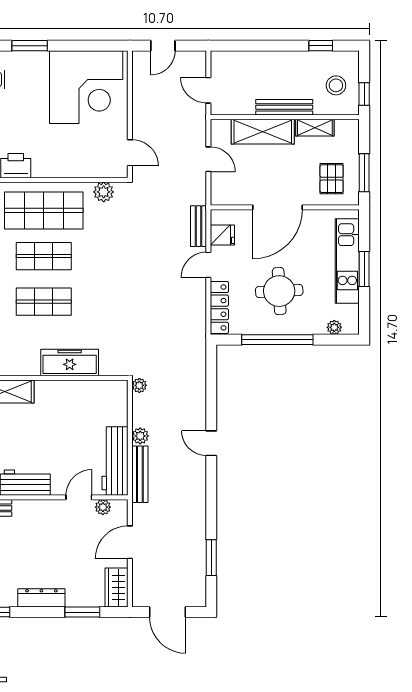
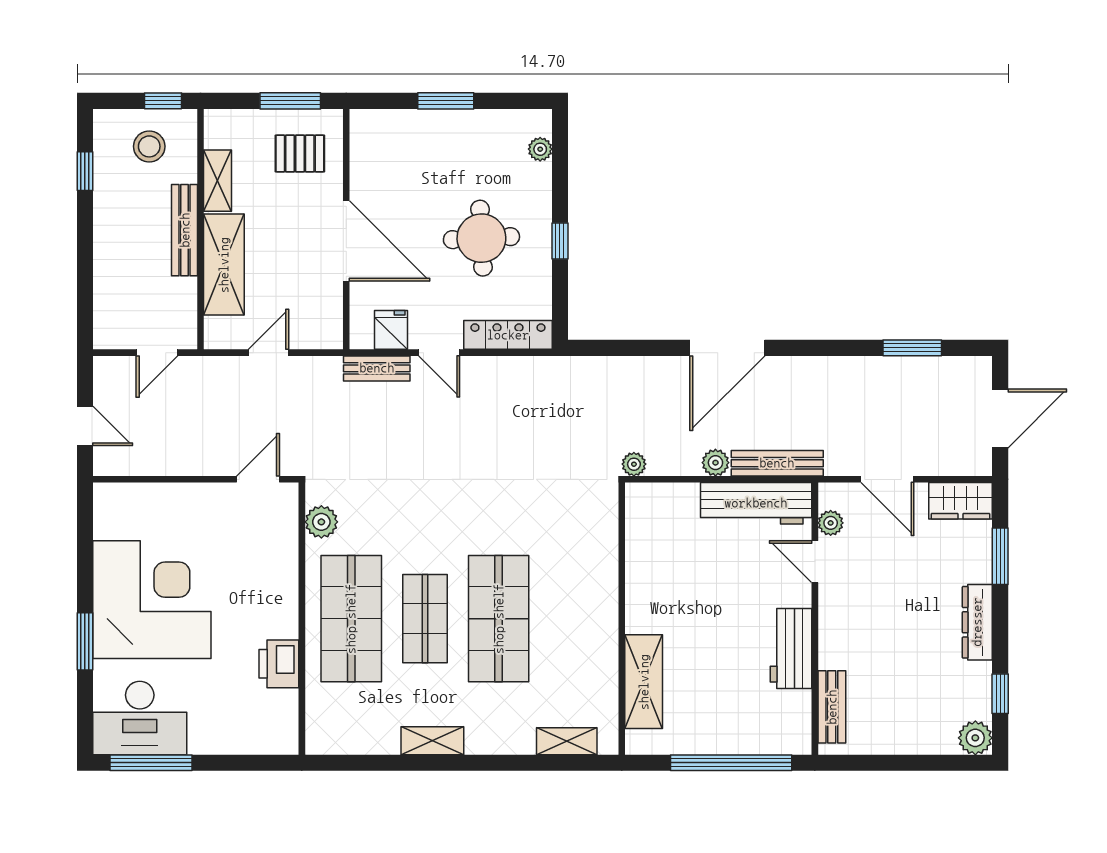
corner desk: (86, 87) -> (152, 600), moved
kitchen unit: (347, 261) -> (433, 128), removed
shop shelf: (44, 302) -> (499, 619), width x1.43, depth x1.36
window: (277, 340) -> (560, 241), width x0.32
freezer: (70, 363) -> (597, 577), removed
door: (211, 443) -> (727, 348), width x1.88

